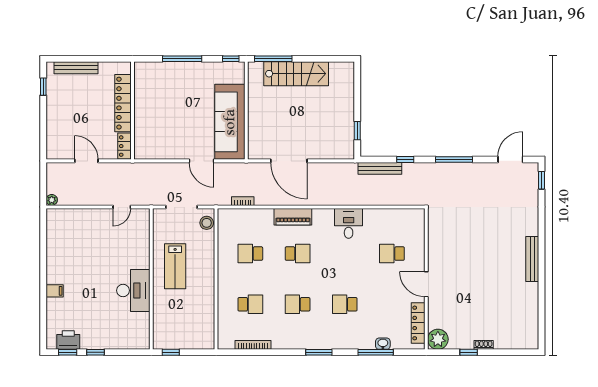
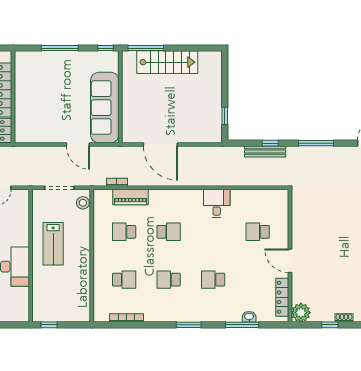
bench: (380, 168) -> (265, 151), moved
piano: (293, 217) -> (130, 197), moved

